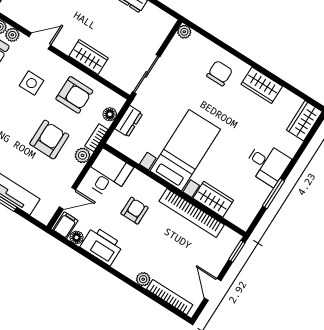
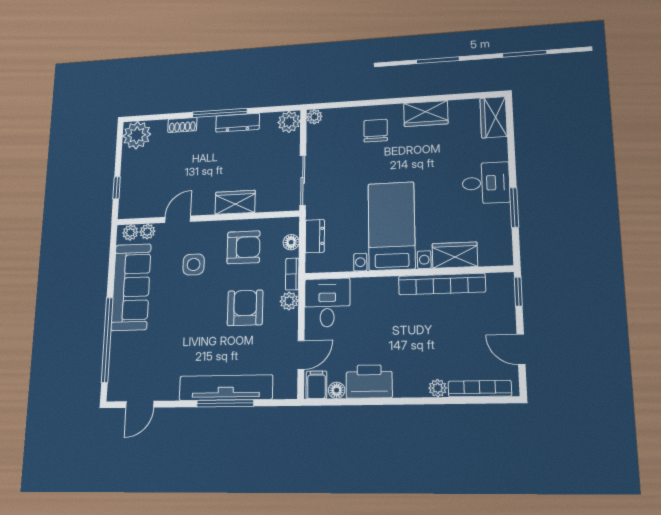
plant: (164, 23) -> (289, 122), added
armchair: (135, 211) -> (380, 321), removed

